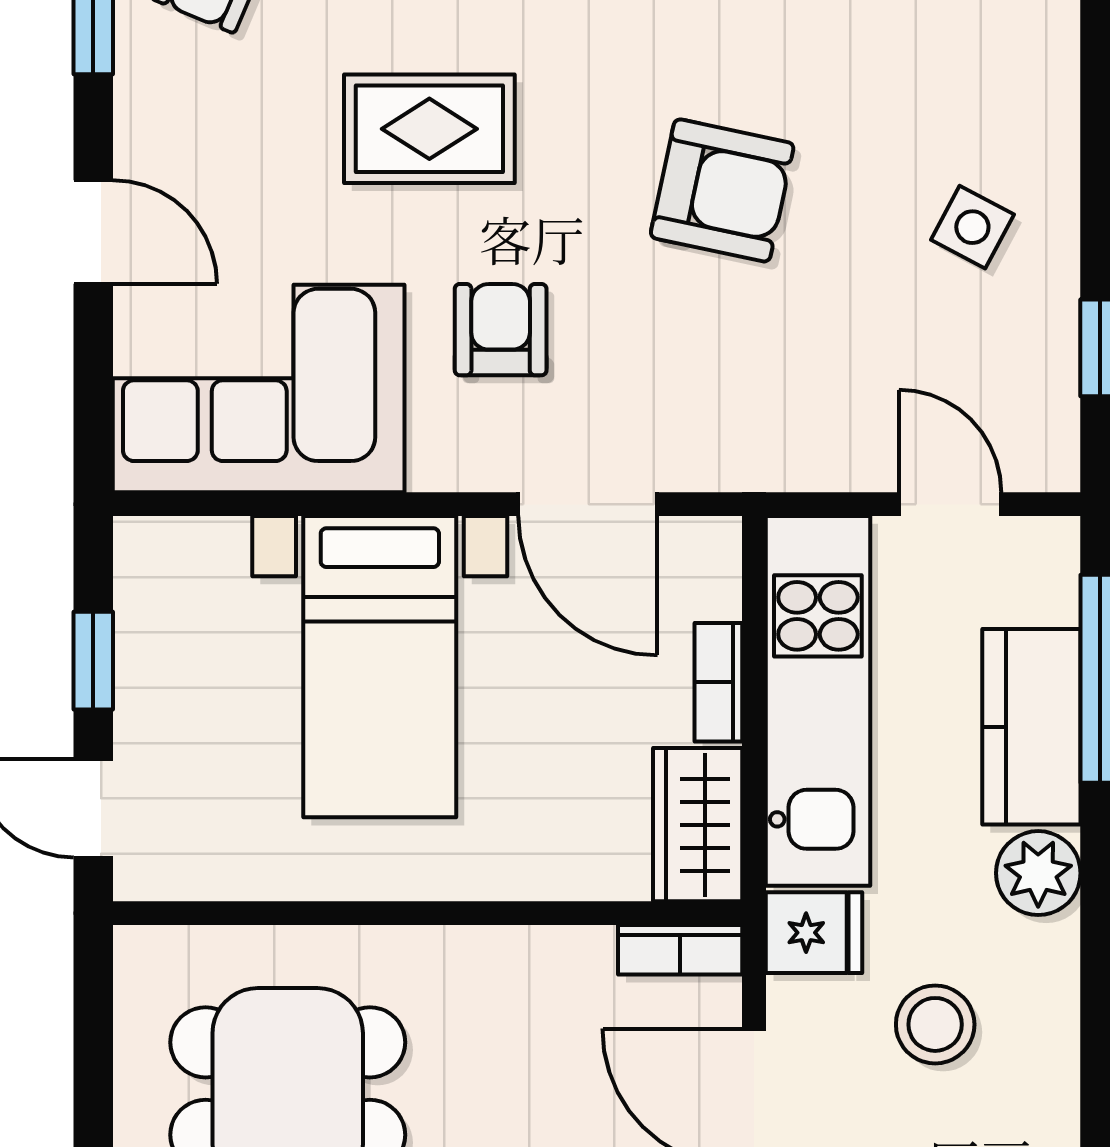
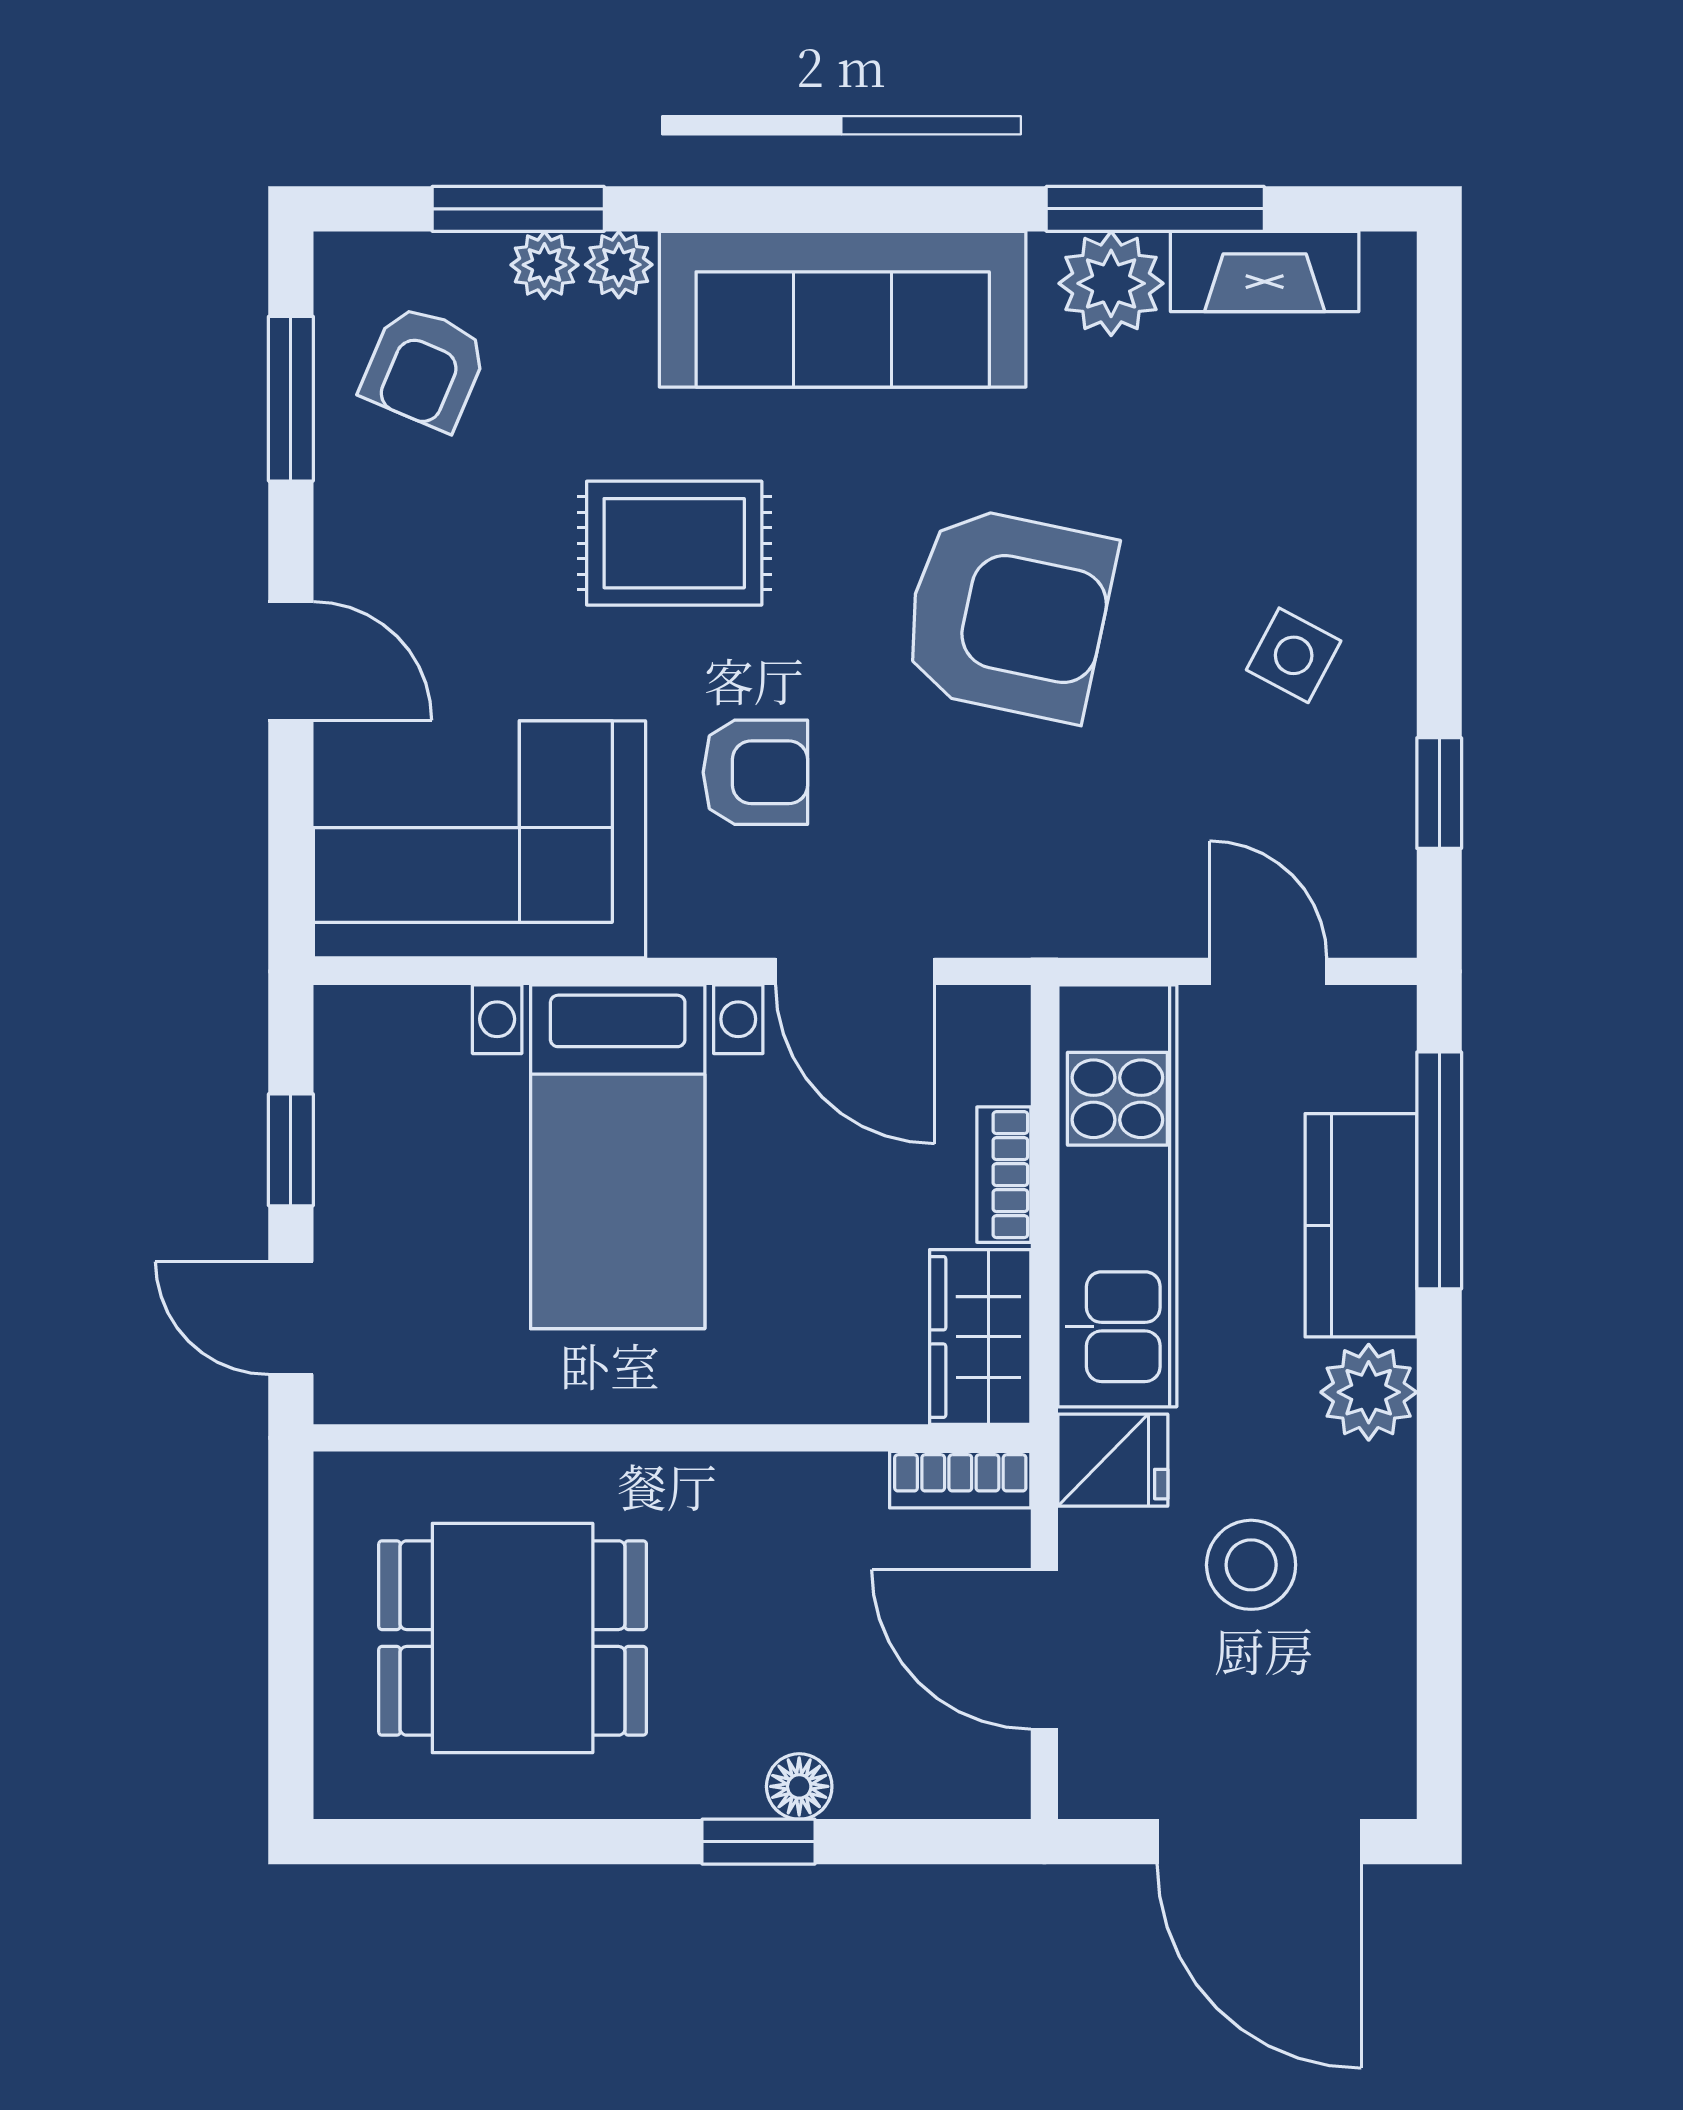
armchair: (722, 190) -> (1008, 613), width x1.36, depth x1.36
armchair: (501, 330) -> (755, 772), turned 90

